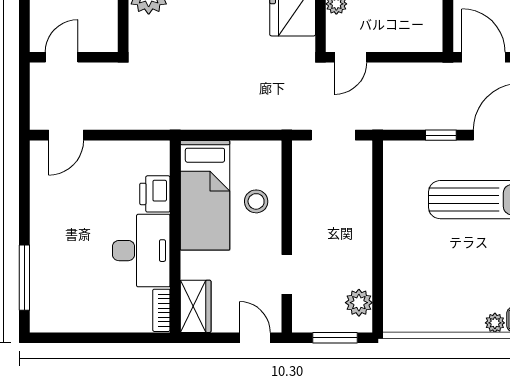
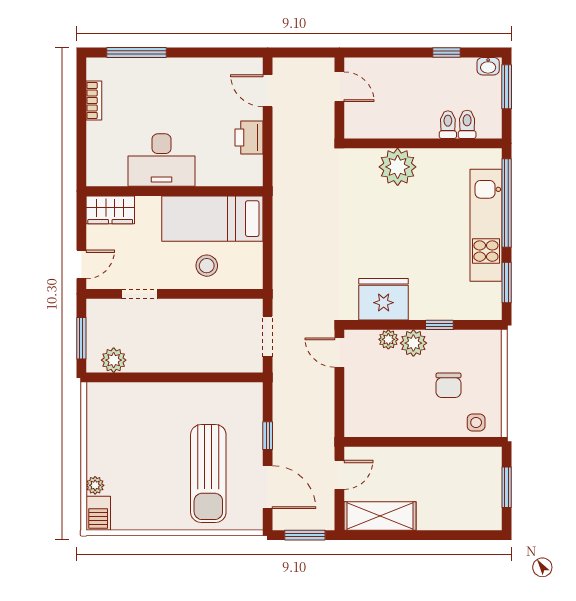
door: (484, 57) -> (339, 475), width x0.73
printer: (155, 194) -> (249, 138), moved, turned -90
bookcase: (161, 310) -> (94, 100), moved, turned 90

